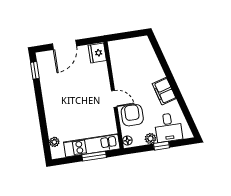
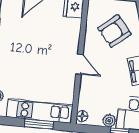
armchair: (132, 115) -> (115, 31), moved, turned -130

